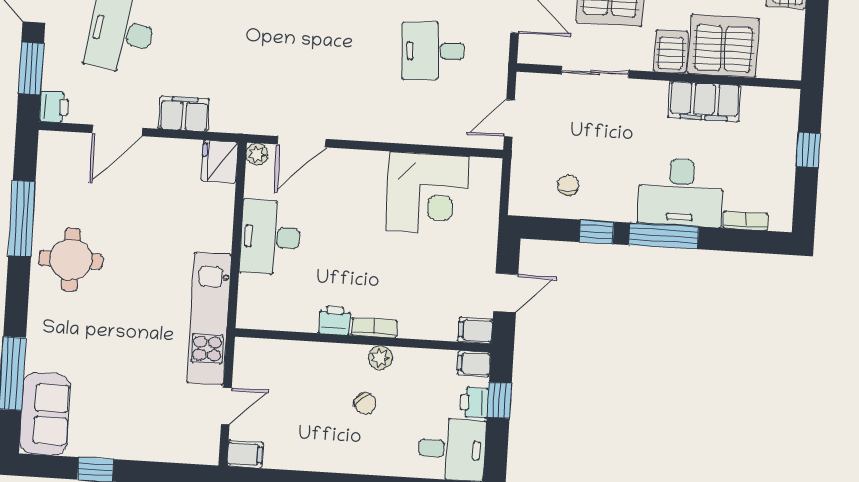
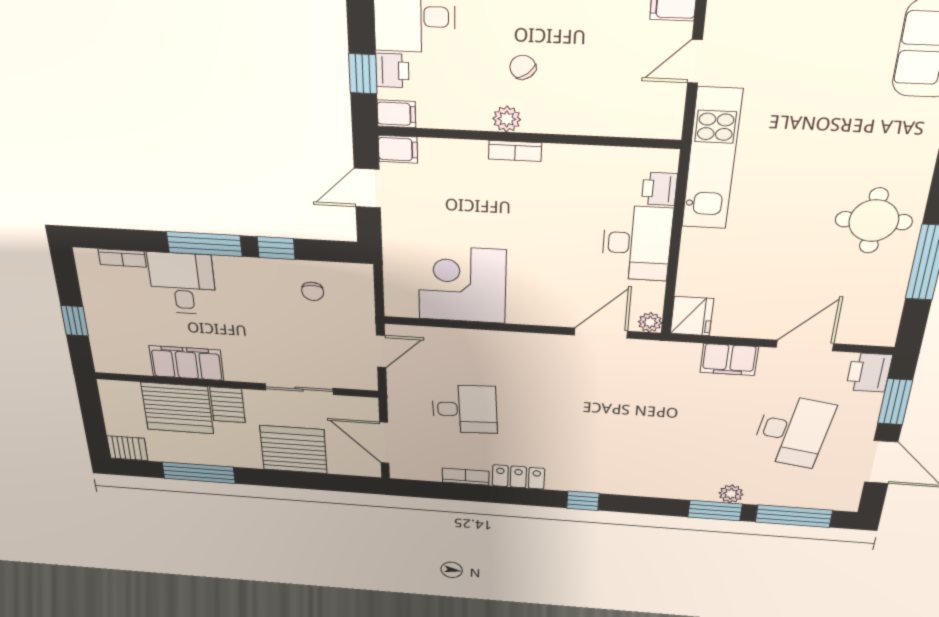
printer: (54, 107) -> (869, 372), width x1.36, depth x1.24
desk: (681, 192) -> (182, 283), width x0.73
printer: (335, 320) -> (659, 189), moved, turned 90

